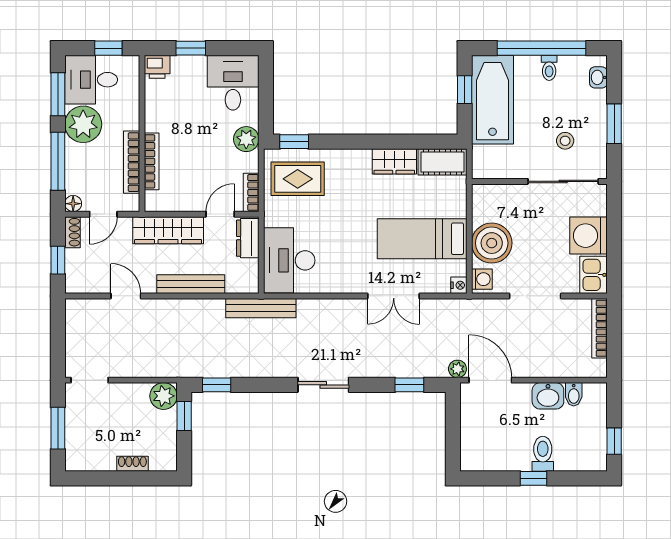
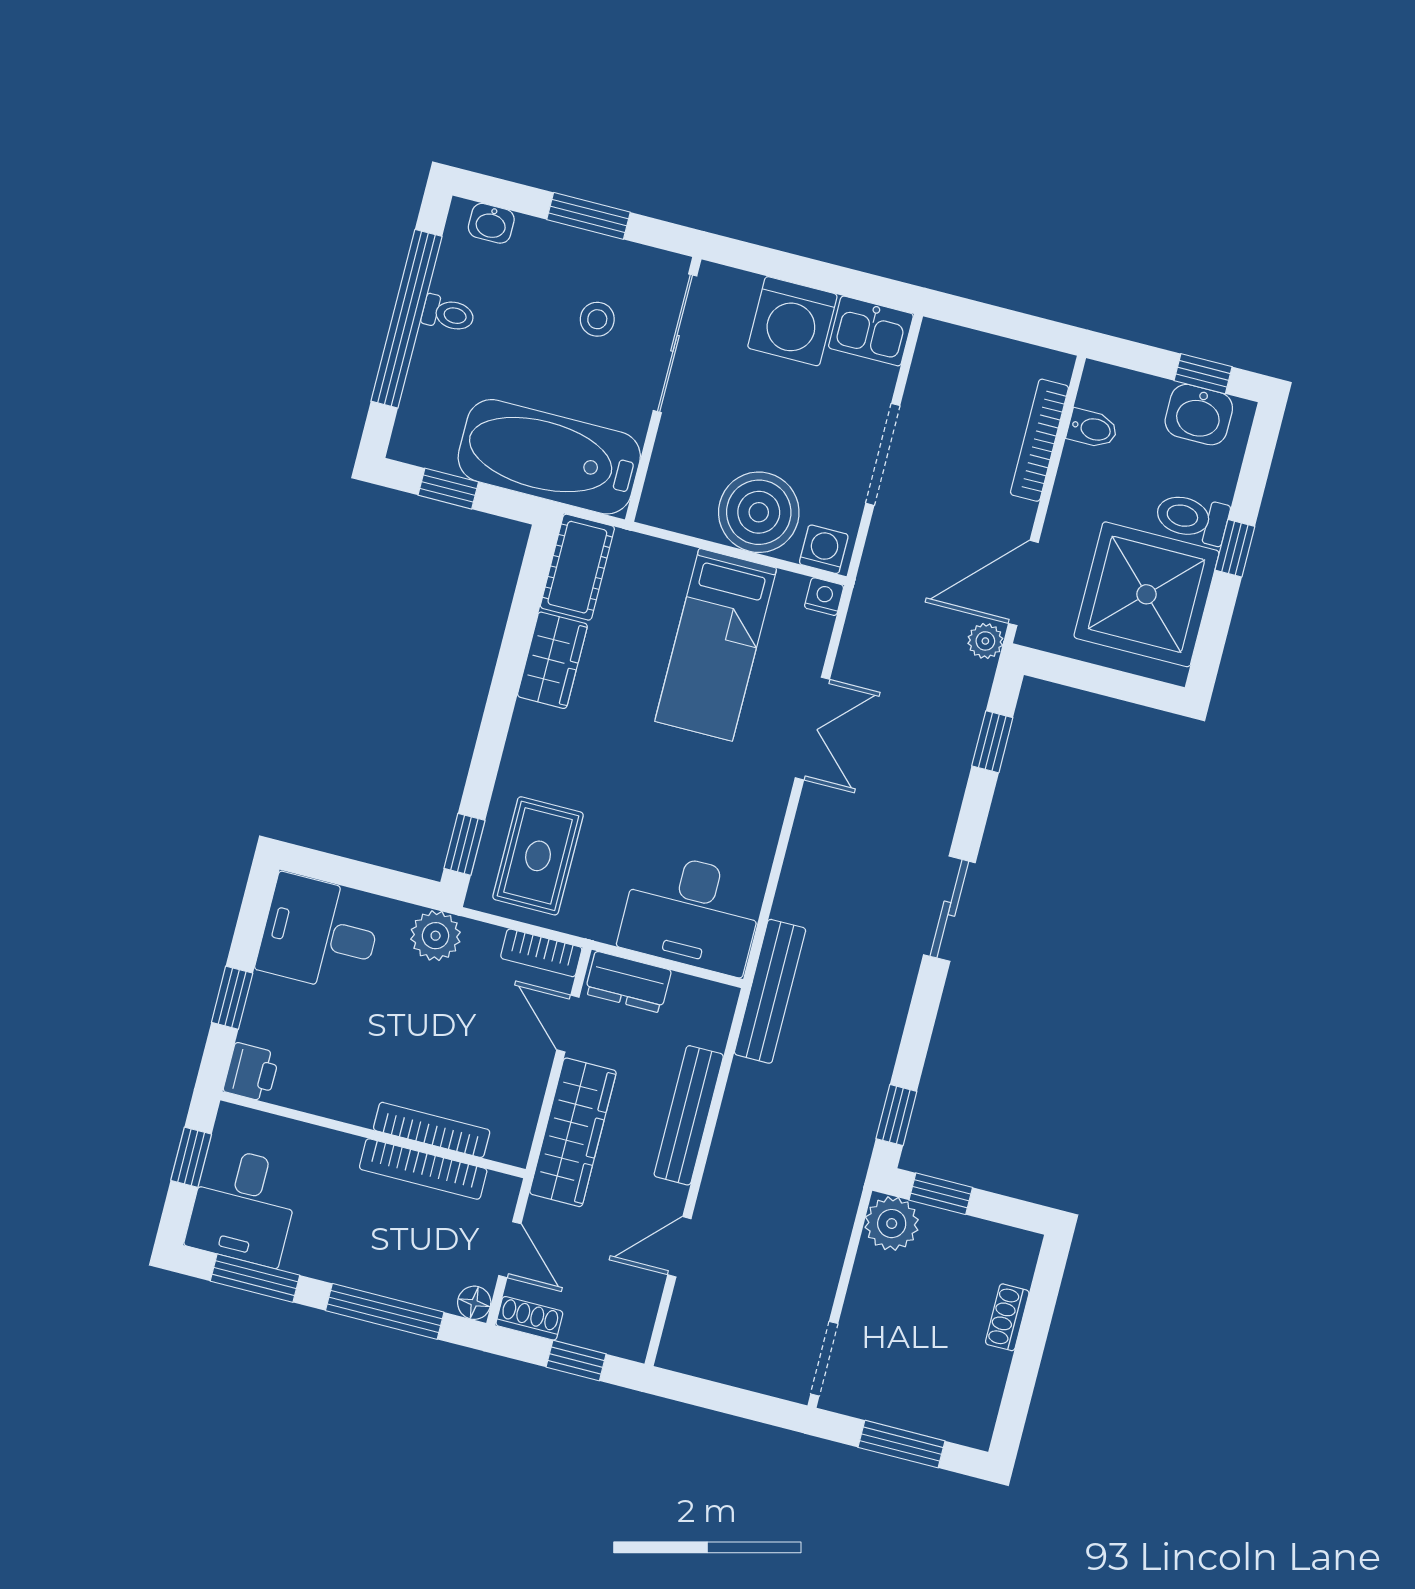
bathtub: (492, 100) -> (549, 457), moved
plant: (83, 124) -> (326, 1244), removed
bookcase: (599, 328) -> (1039, 440), moved, turned 90
washbasin: (548, 396) -> (1199, 415), moved, turned 90
shower: (500, 441) -> (1146, 594), added

